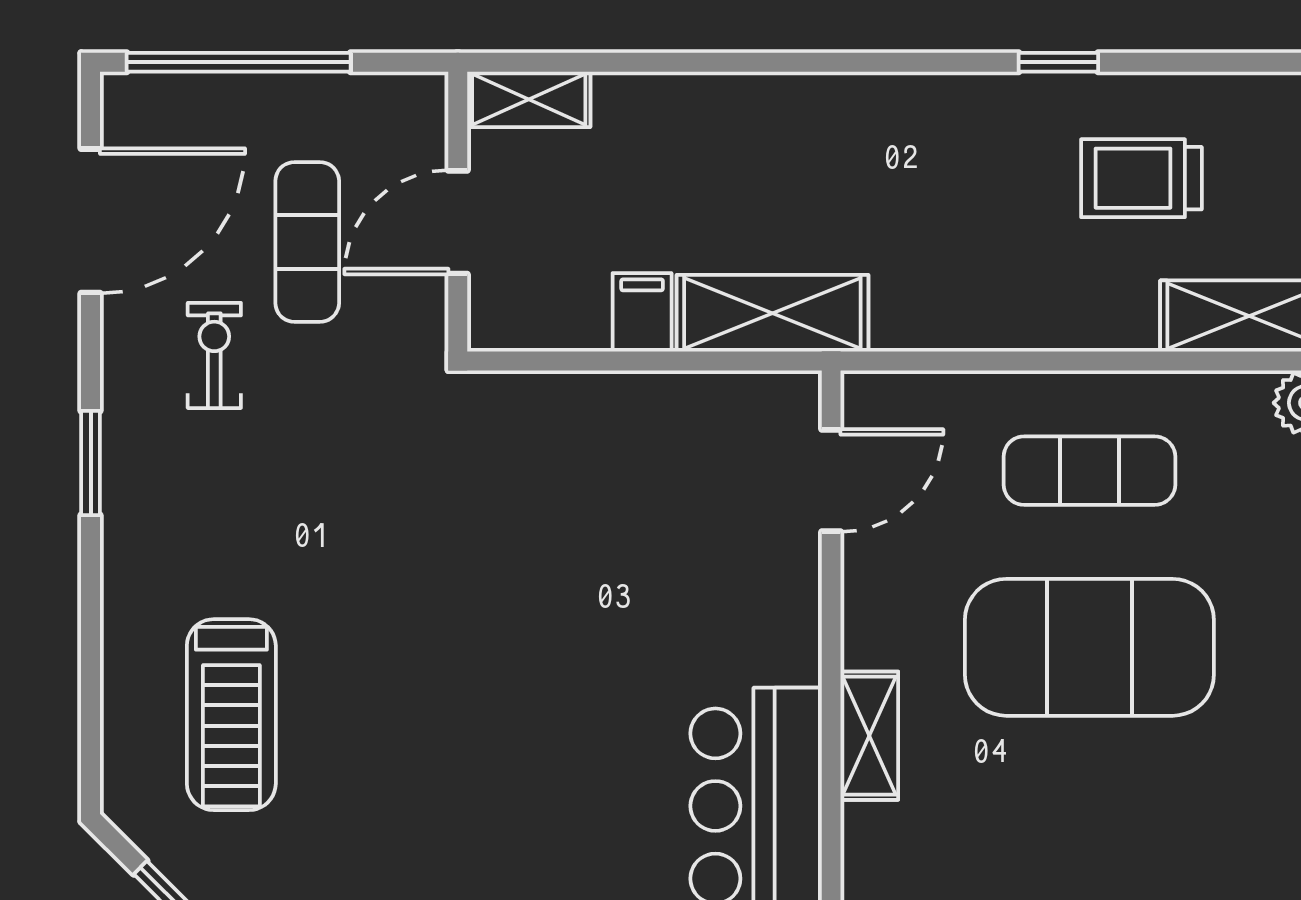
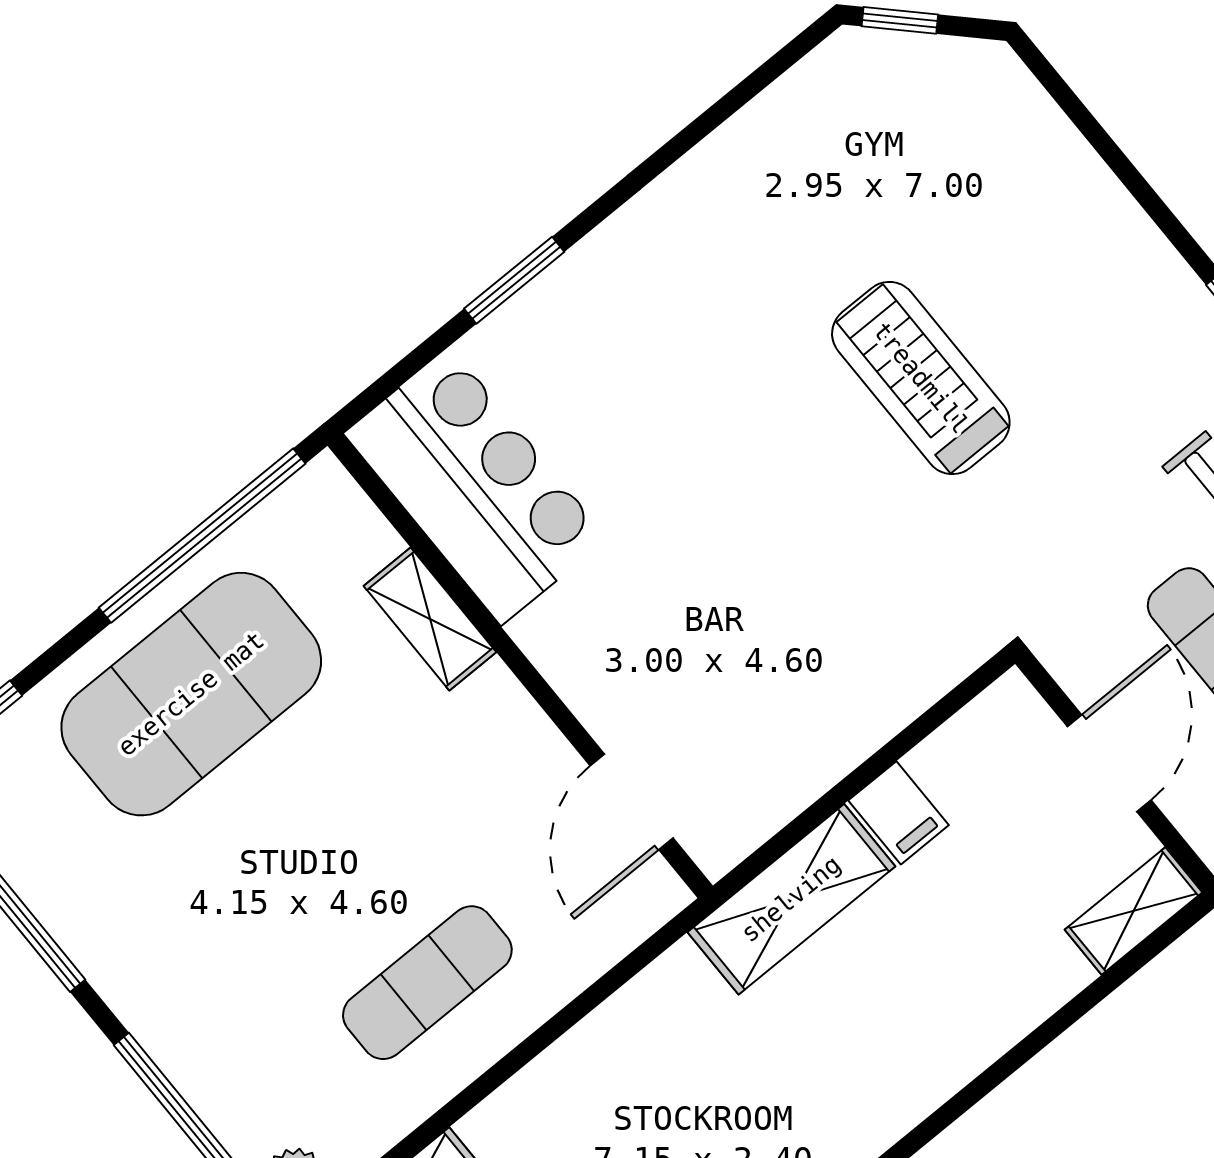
exercise mat: (1089, 647) -> (191, 694), moved
treadmill: (231, 715) -> (921, 378), moved

